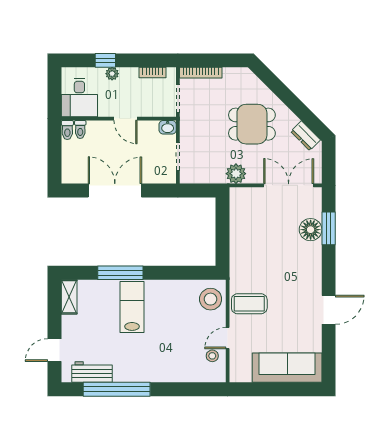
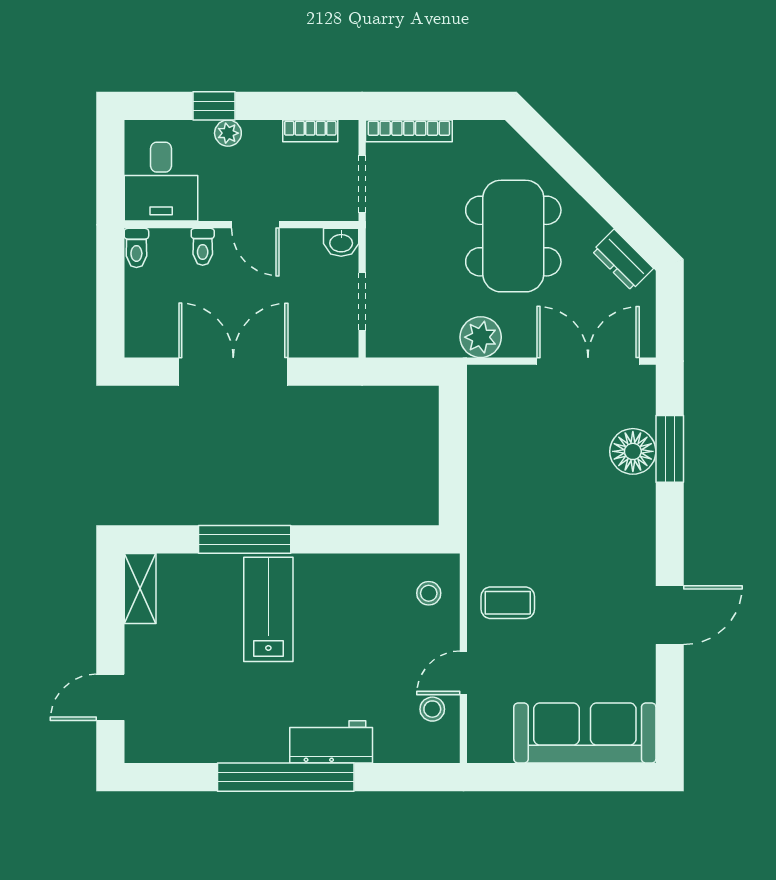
dining table: (252, 124) -> (513, 236), width x1.38
toilet: (80, 129) -> (203, 247), moved
stool: (211, 299) -> (429, 593), width x0.53, depth x0.53
coffee table: (249, 304) -> (508, 603), width x0.73, depth x0.77
workbench: (92, 372) -> (331, 742), moved
window: (117, 389) -> (286, 777), moved

